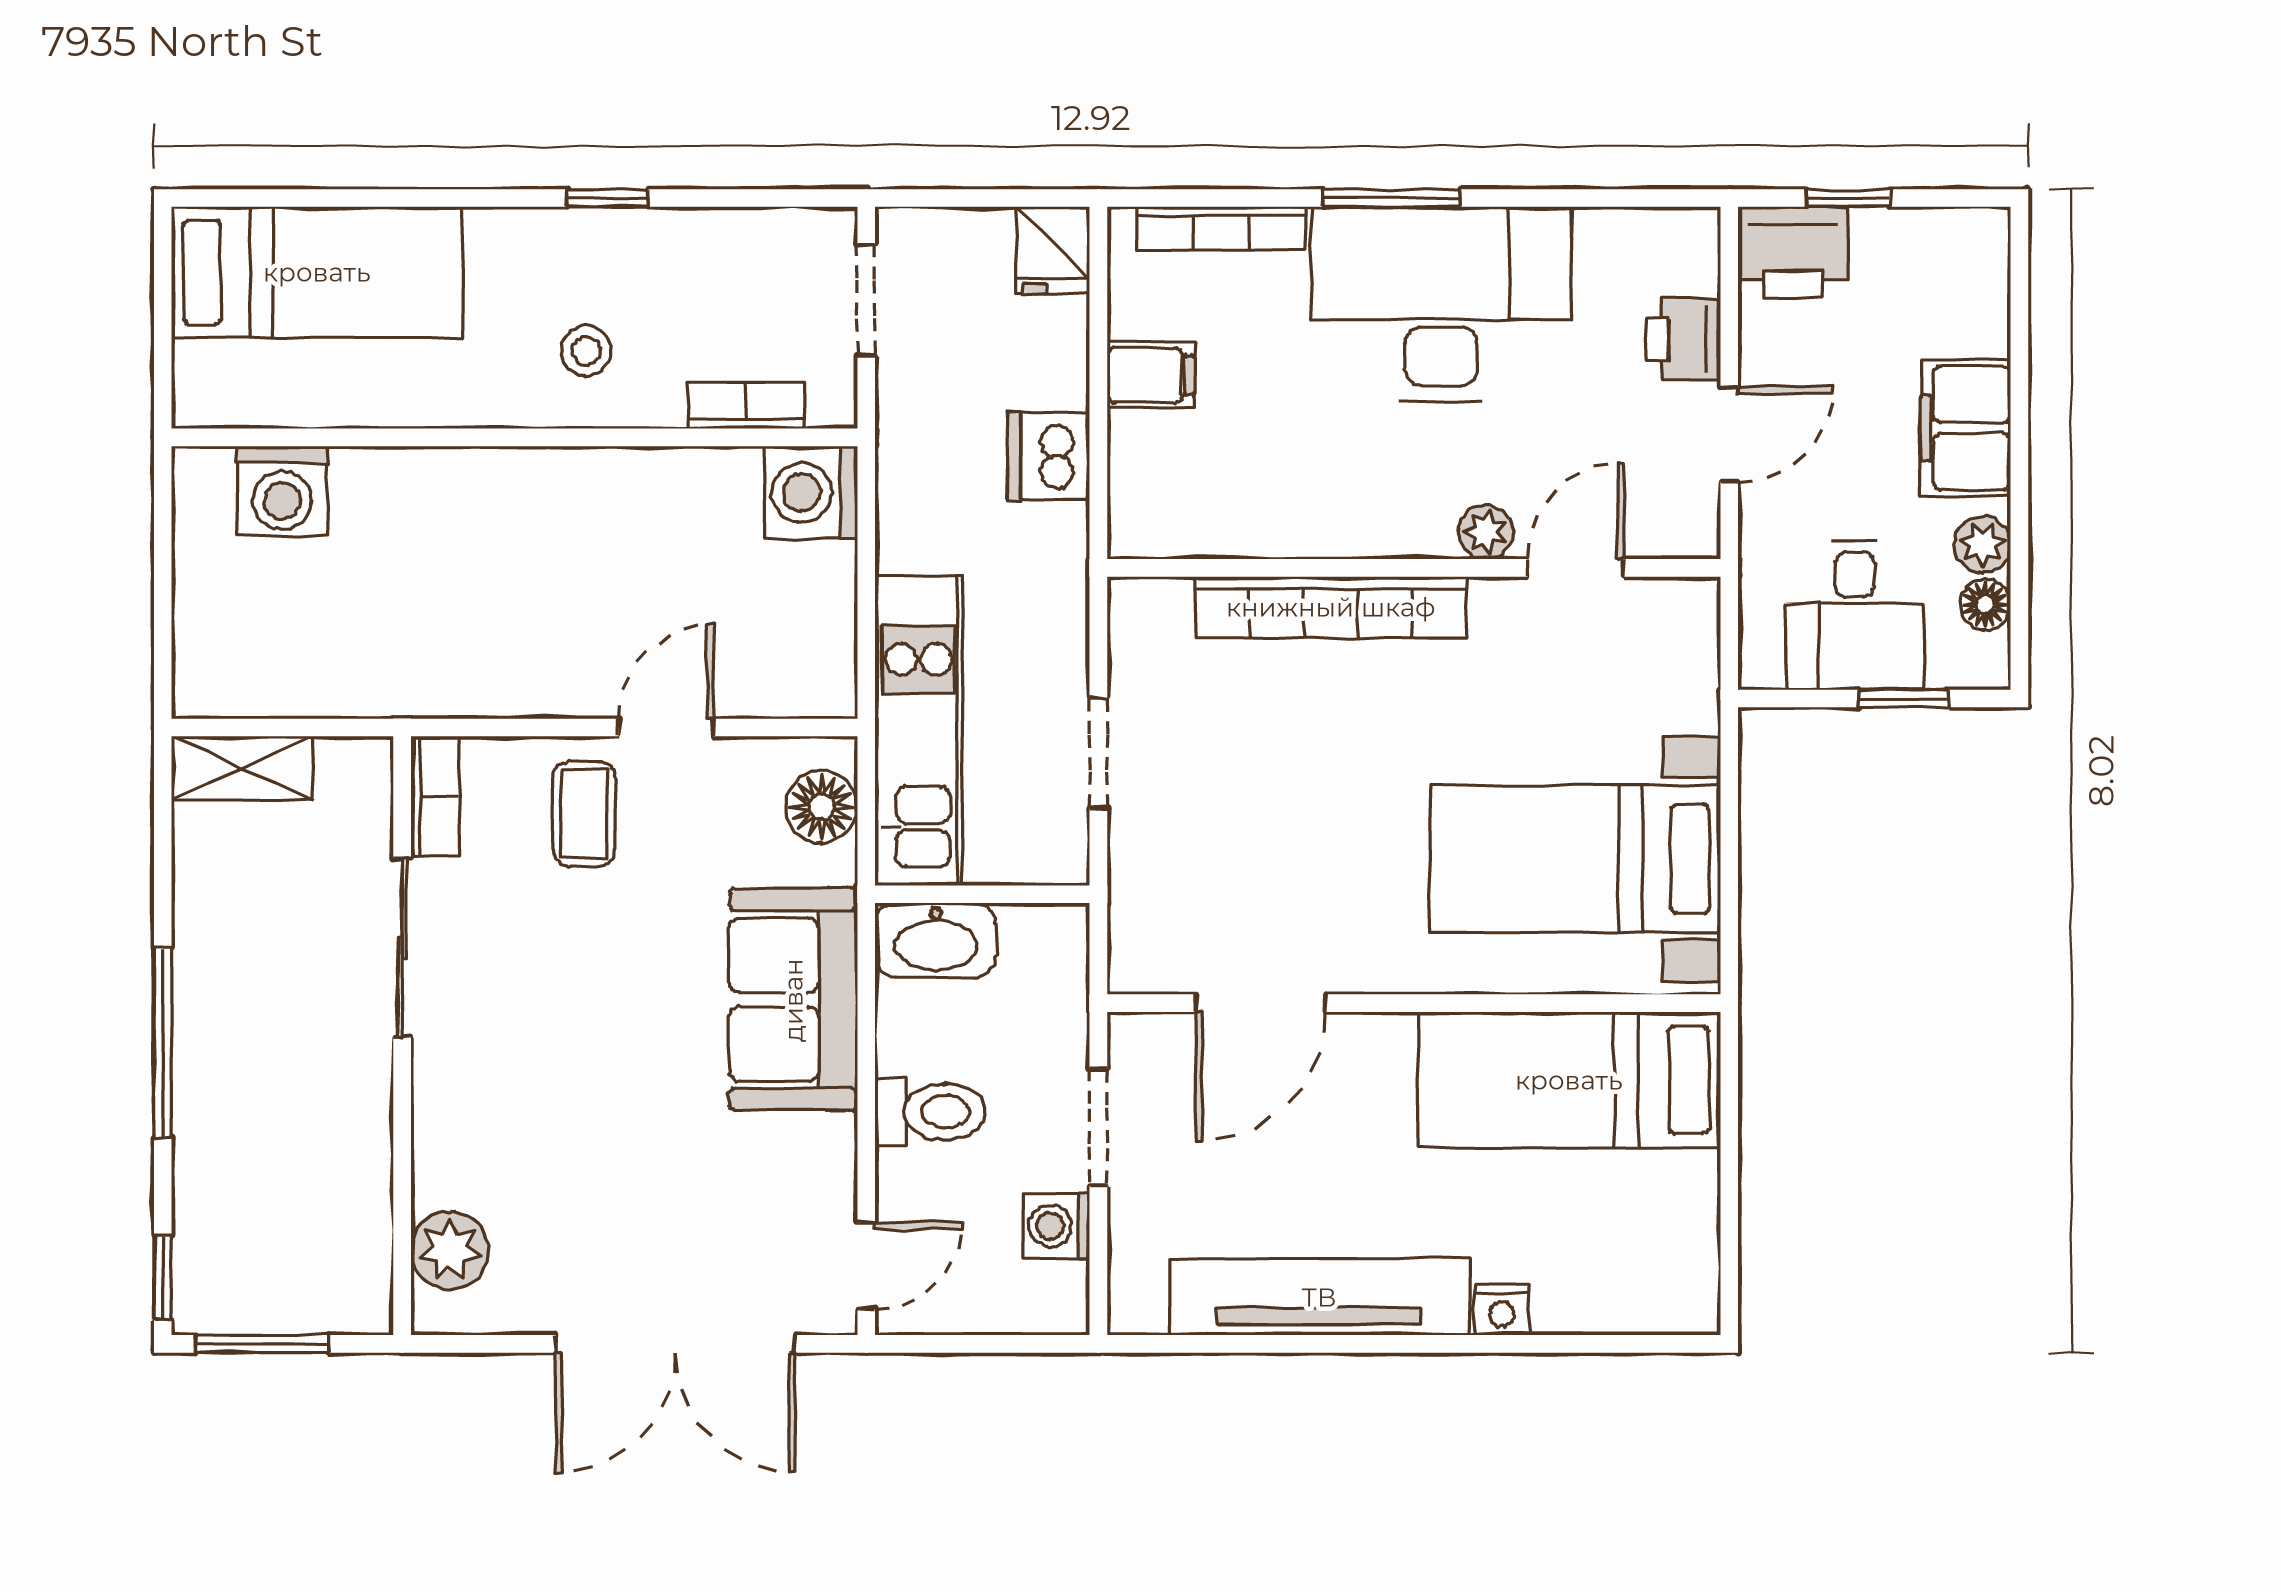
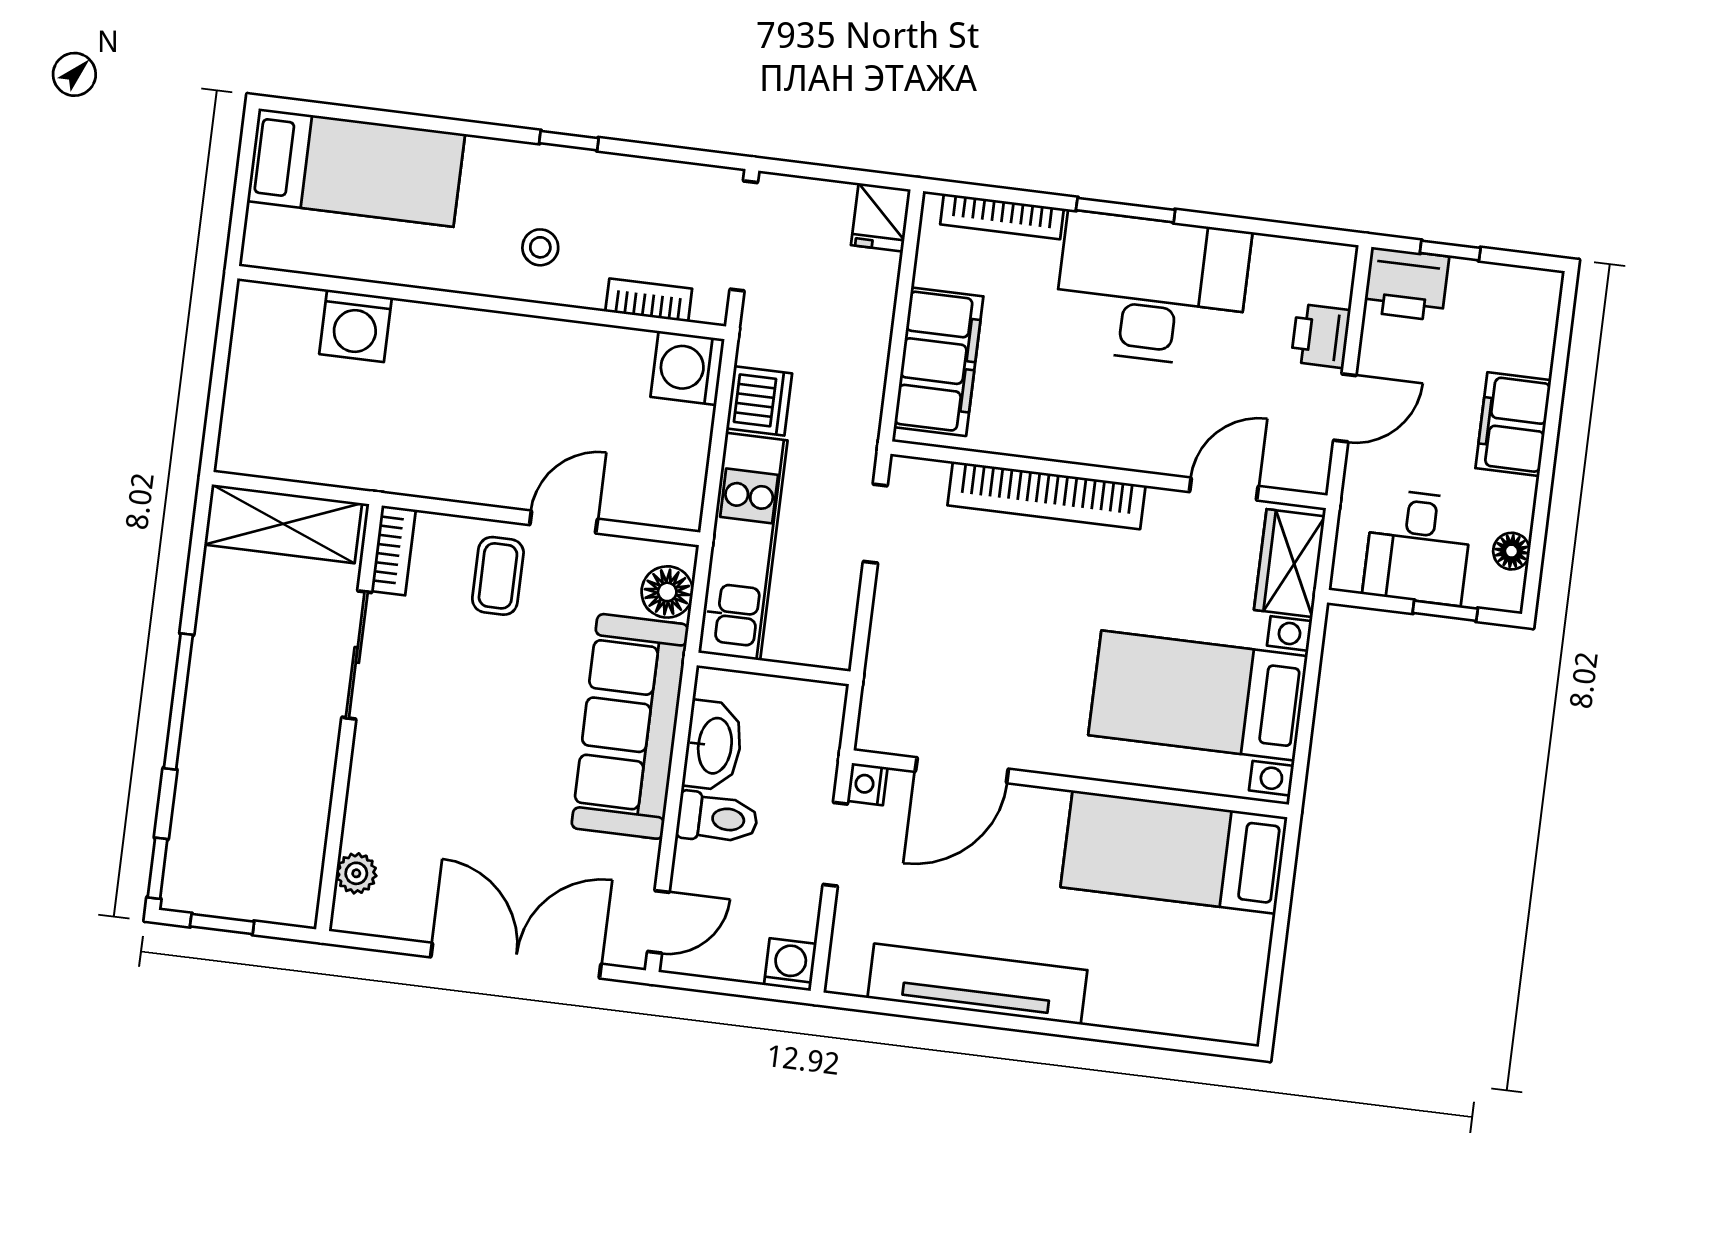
doorway: (866, 300) -> (744, 236), width x1.38
filing cabinet: (1151, 375) -> (939, 362), width x3.00, depth x1.17
dishwasher: (1049, 456) -> (759, 401), moved, turned 180
washing machine: (282, 492) -> (355, 326), moved
plant: (1486, 532) -> (1163, 456), removed
plant: (1982, 545) -> (1515, 509), removed
wardrobe: (1679, 659) -> (1290, 563), added
doorway: (1098, 753) -> (875, 524), moved
shelving: (242, 768) -> (283, 524), width x1.50, depth x1.33
washbasin: (936, 940) -> (713, 745), moved, turned -90
sofa: (793, 1000) -> (630, 726), width x1.36
washing machine: (1057, 1226) -> (790, 965), moved, turned 90
plant: (450, 1250) -> (356, 873), width x0.73, depth x0.73
nightstand: (1502, 1310) -> (867, 784), moved, turned 90
window: (262, 1344) -> (222, 924), width x0.67
double door: (676, 1344) -> (516, 961), swing flipped

